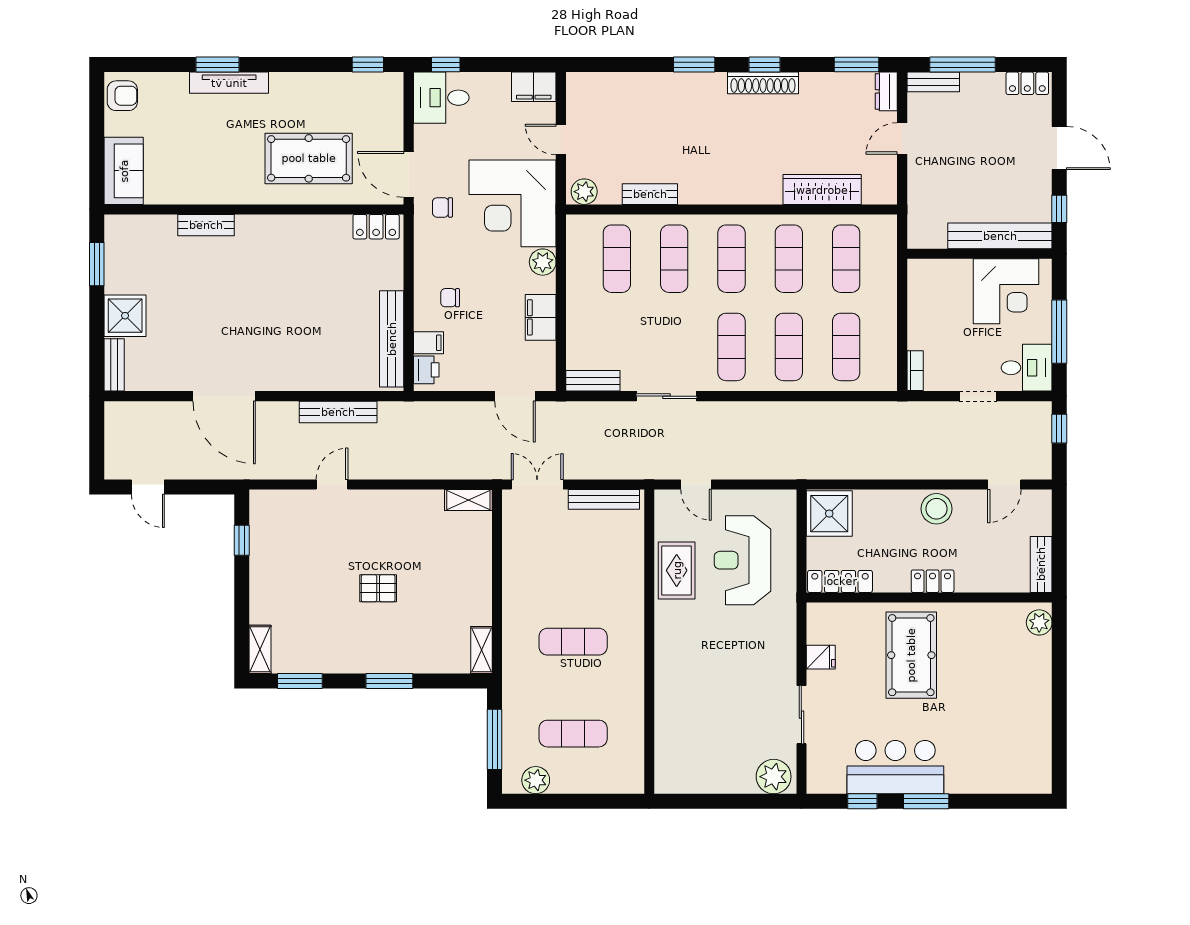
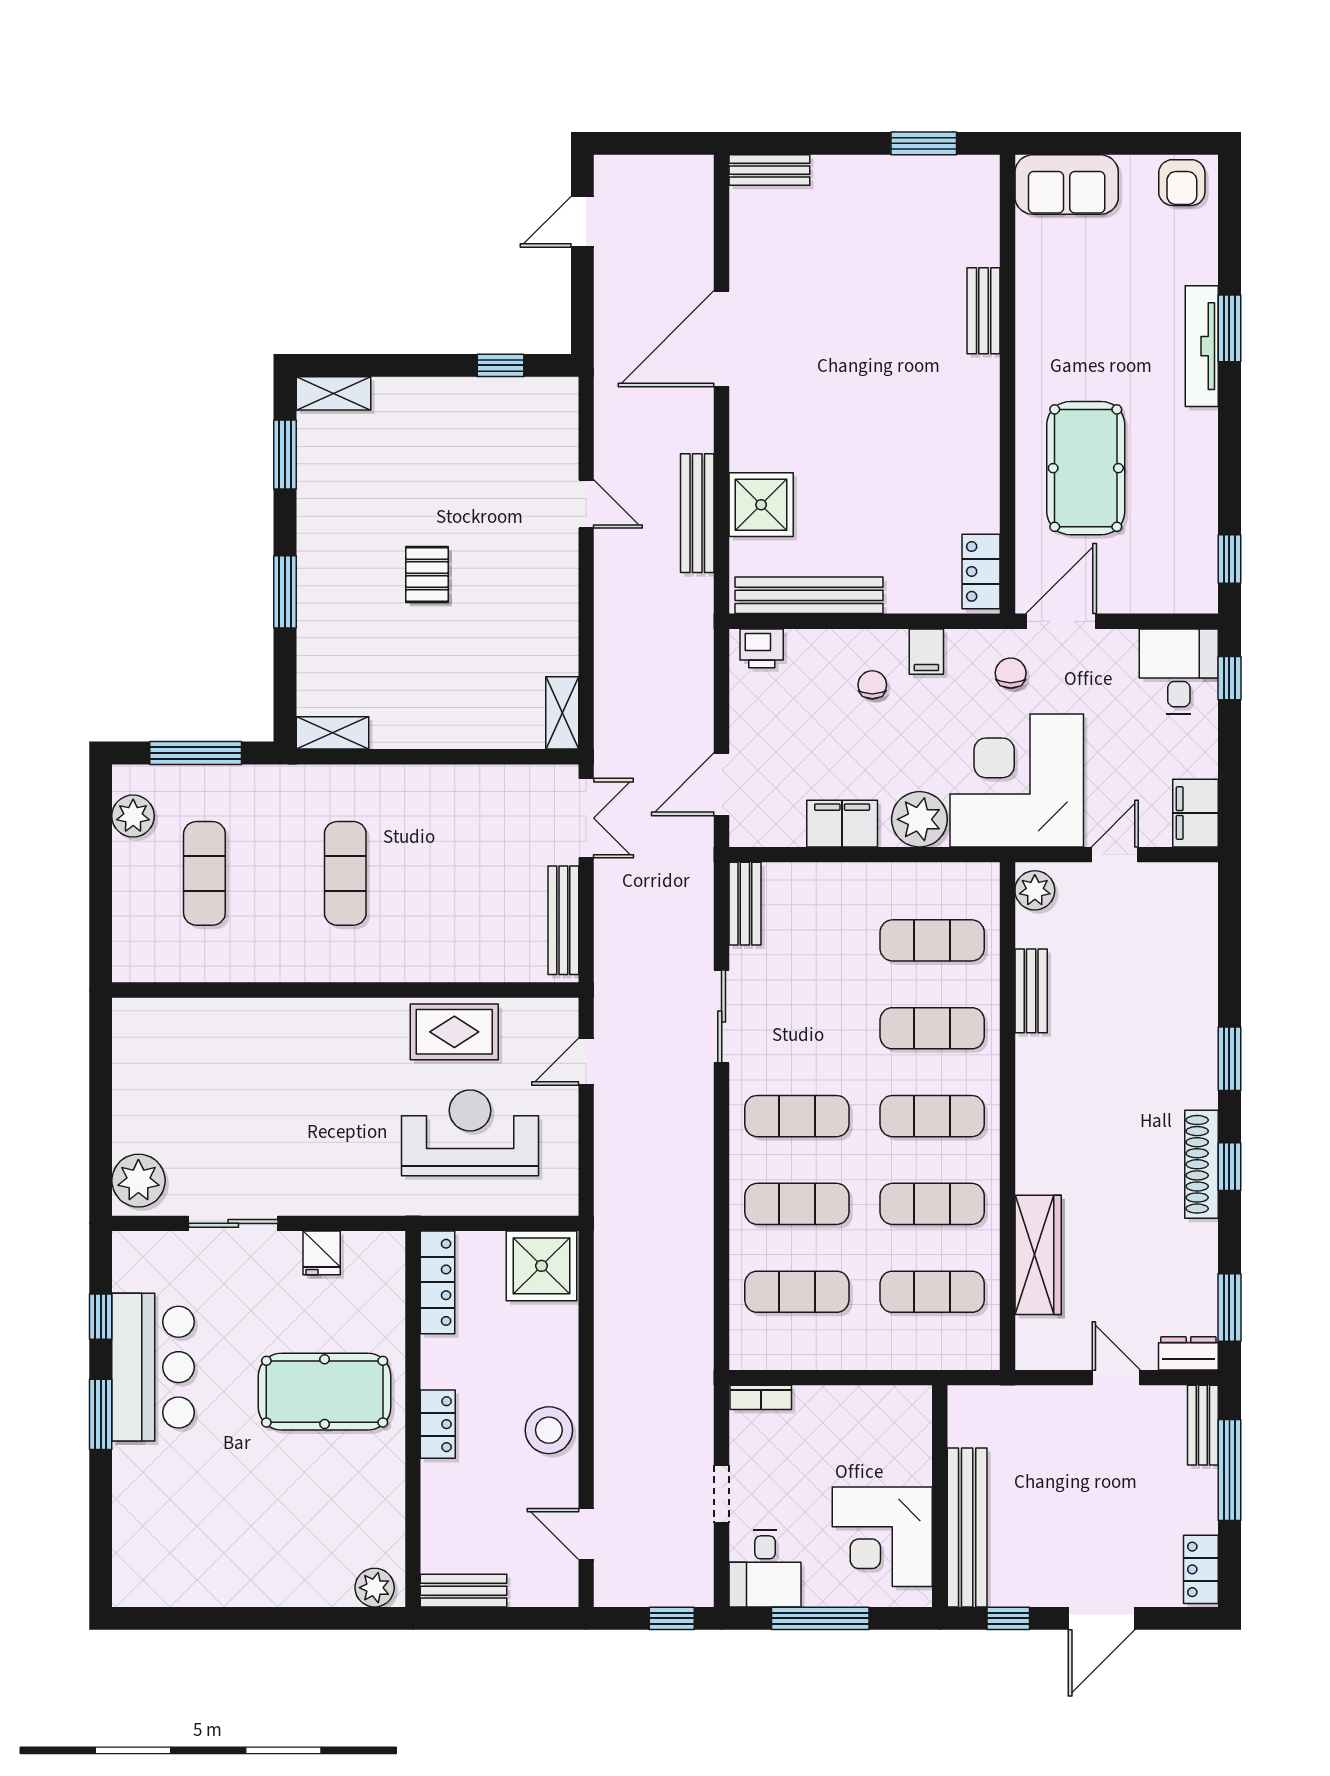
plant: (543, 262) -> (919, 819), width x1.36, depth x1.36
shower: (125, 316) -> (761, 505), moved
filing cabinet: (428, 343) -> (926, 652), moved

